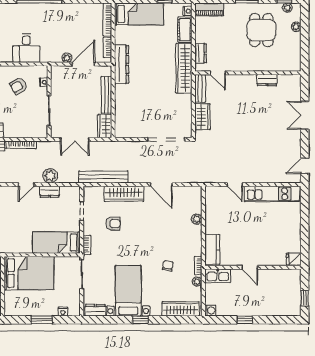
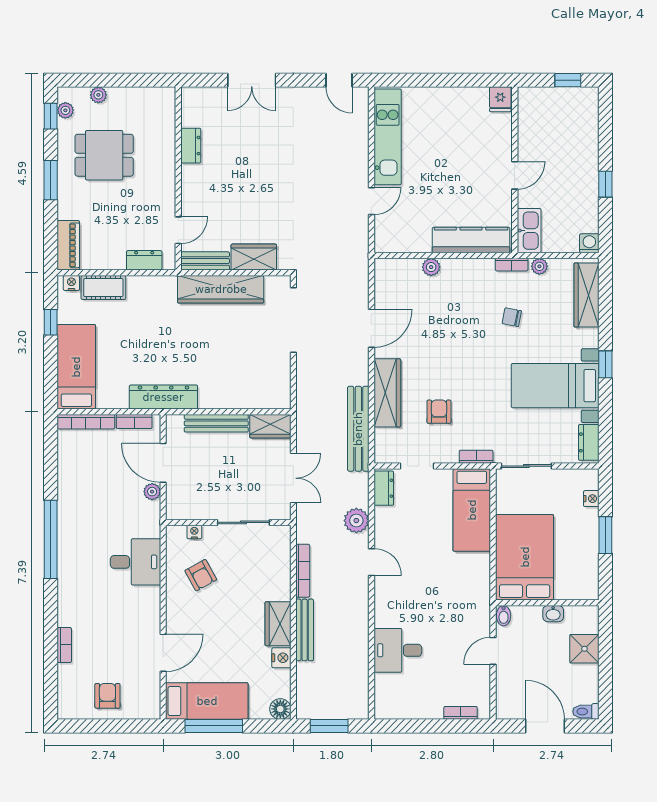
wardrobe: (184, 68) -> (221, 289), moved
dresser: (50, 192) -> (384, 488), moved
kitchen counter: (212, 250) -> (471, 240), width x1.50

